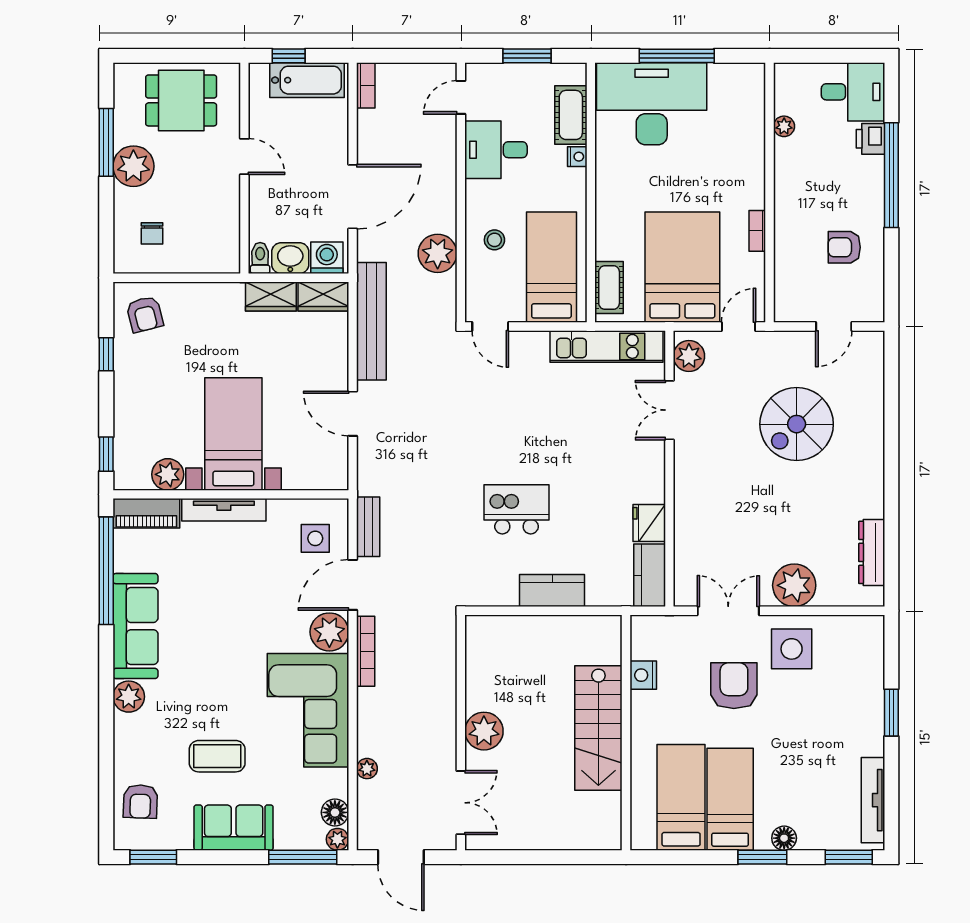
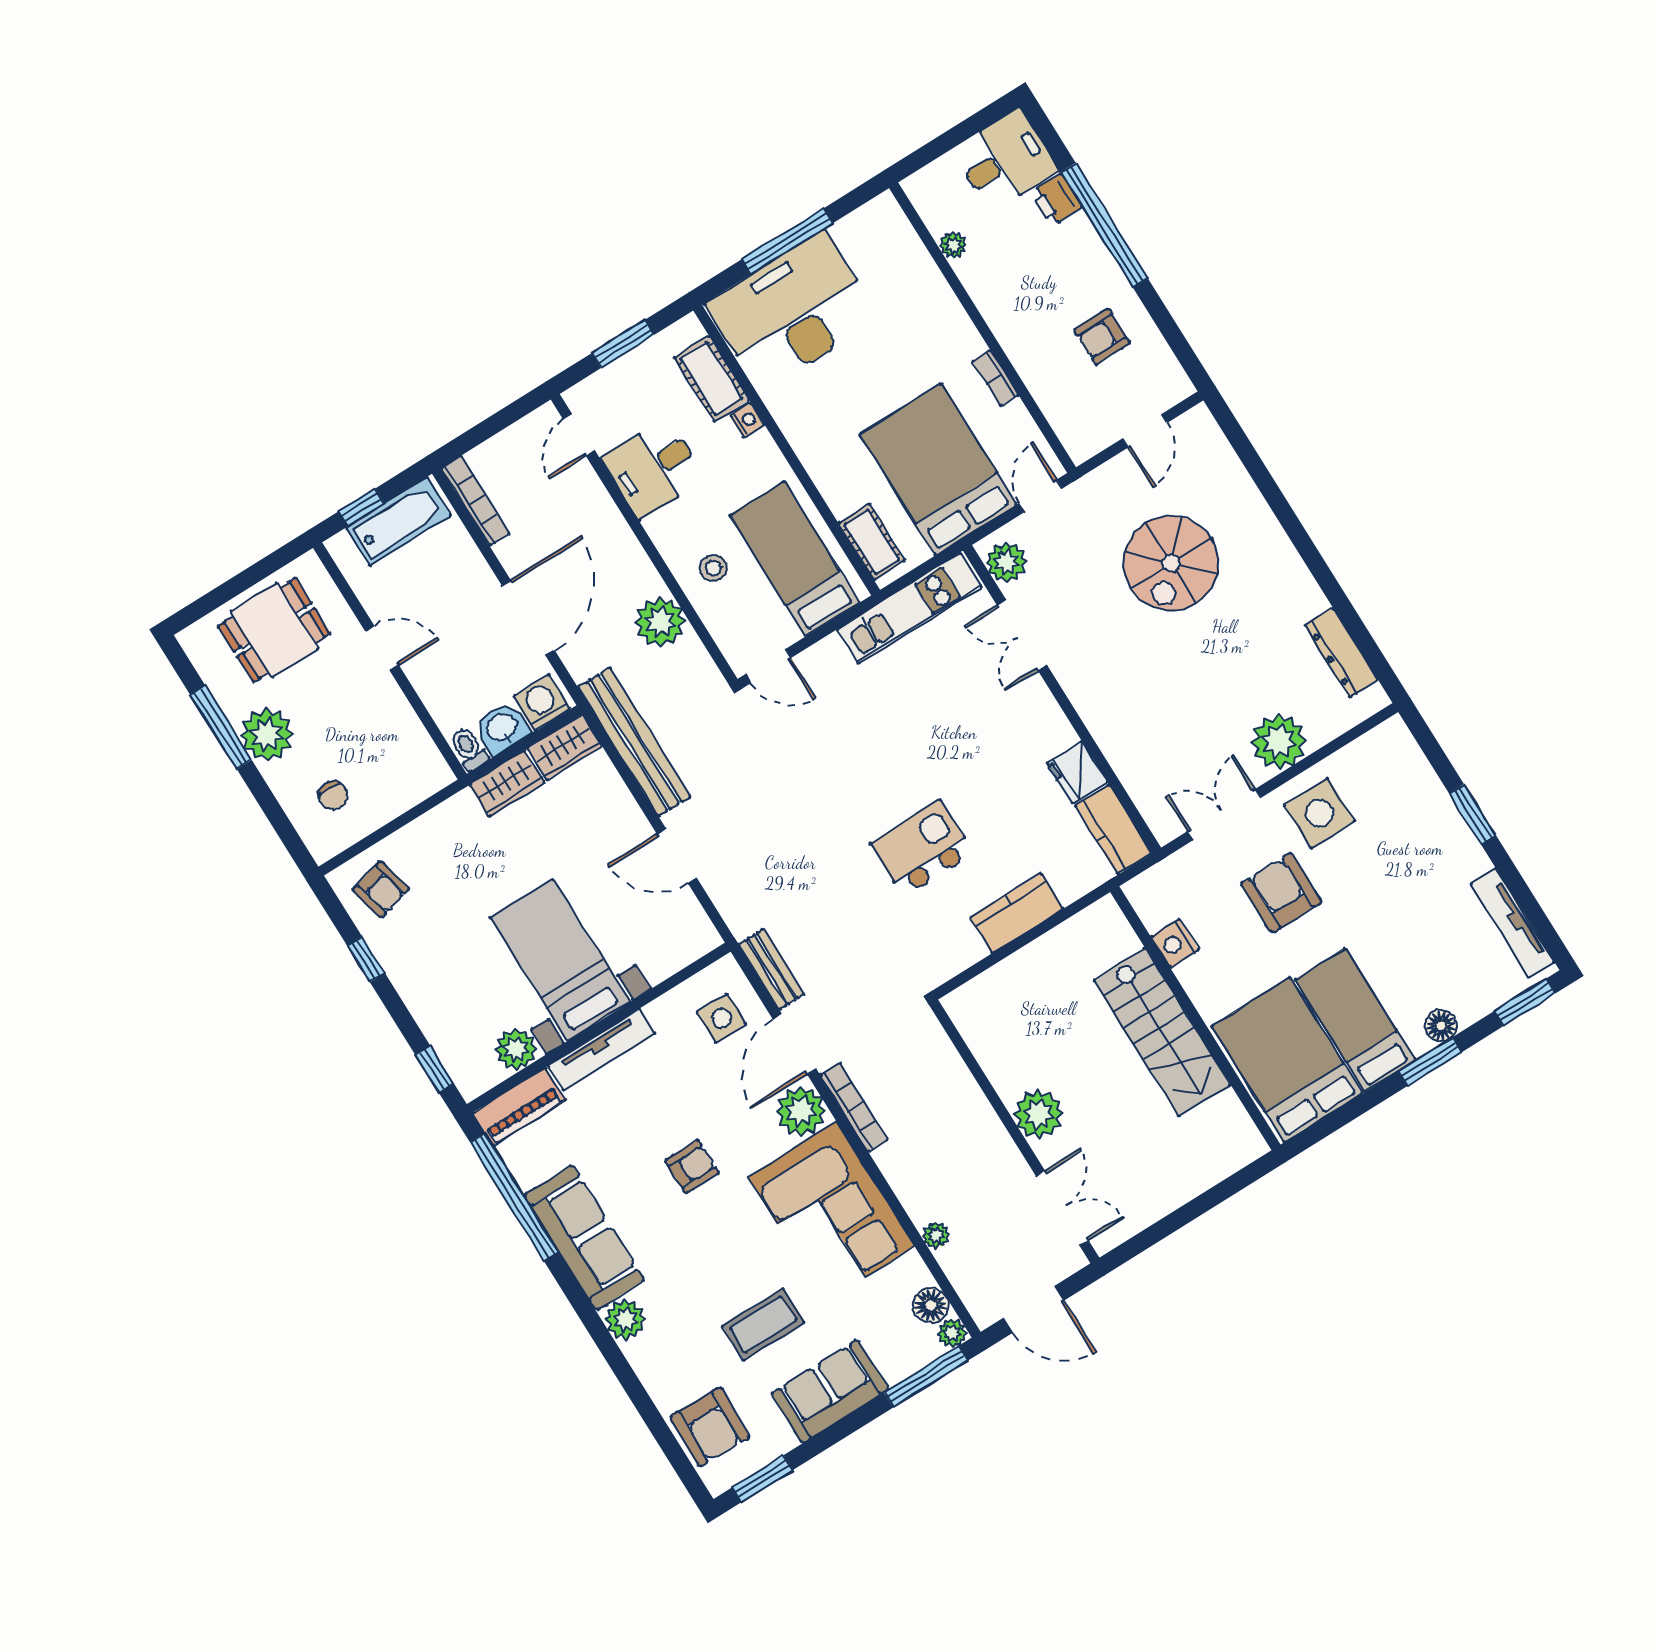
bookcase: (366, 85) -> (475, 501), width x1.56
armchair: (235, 624) -> (692, 1167), added
bed: (681, 797) -> (1287, 1060), width x1.50
armchair: (140, 801) -> (710, 1427), width x1.38, depth x1.38

